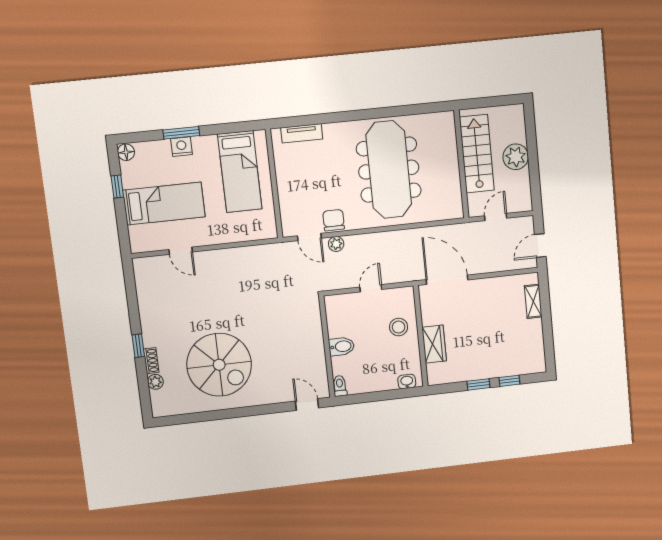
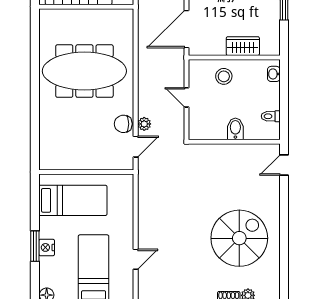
tv unit: (302, 133) -> (46, 143), removed
toilet: (340, 386) -> (271, 116), moved

